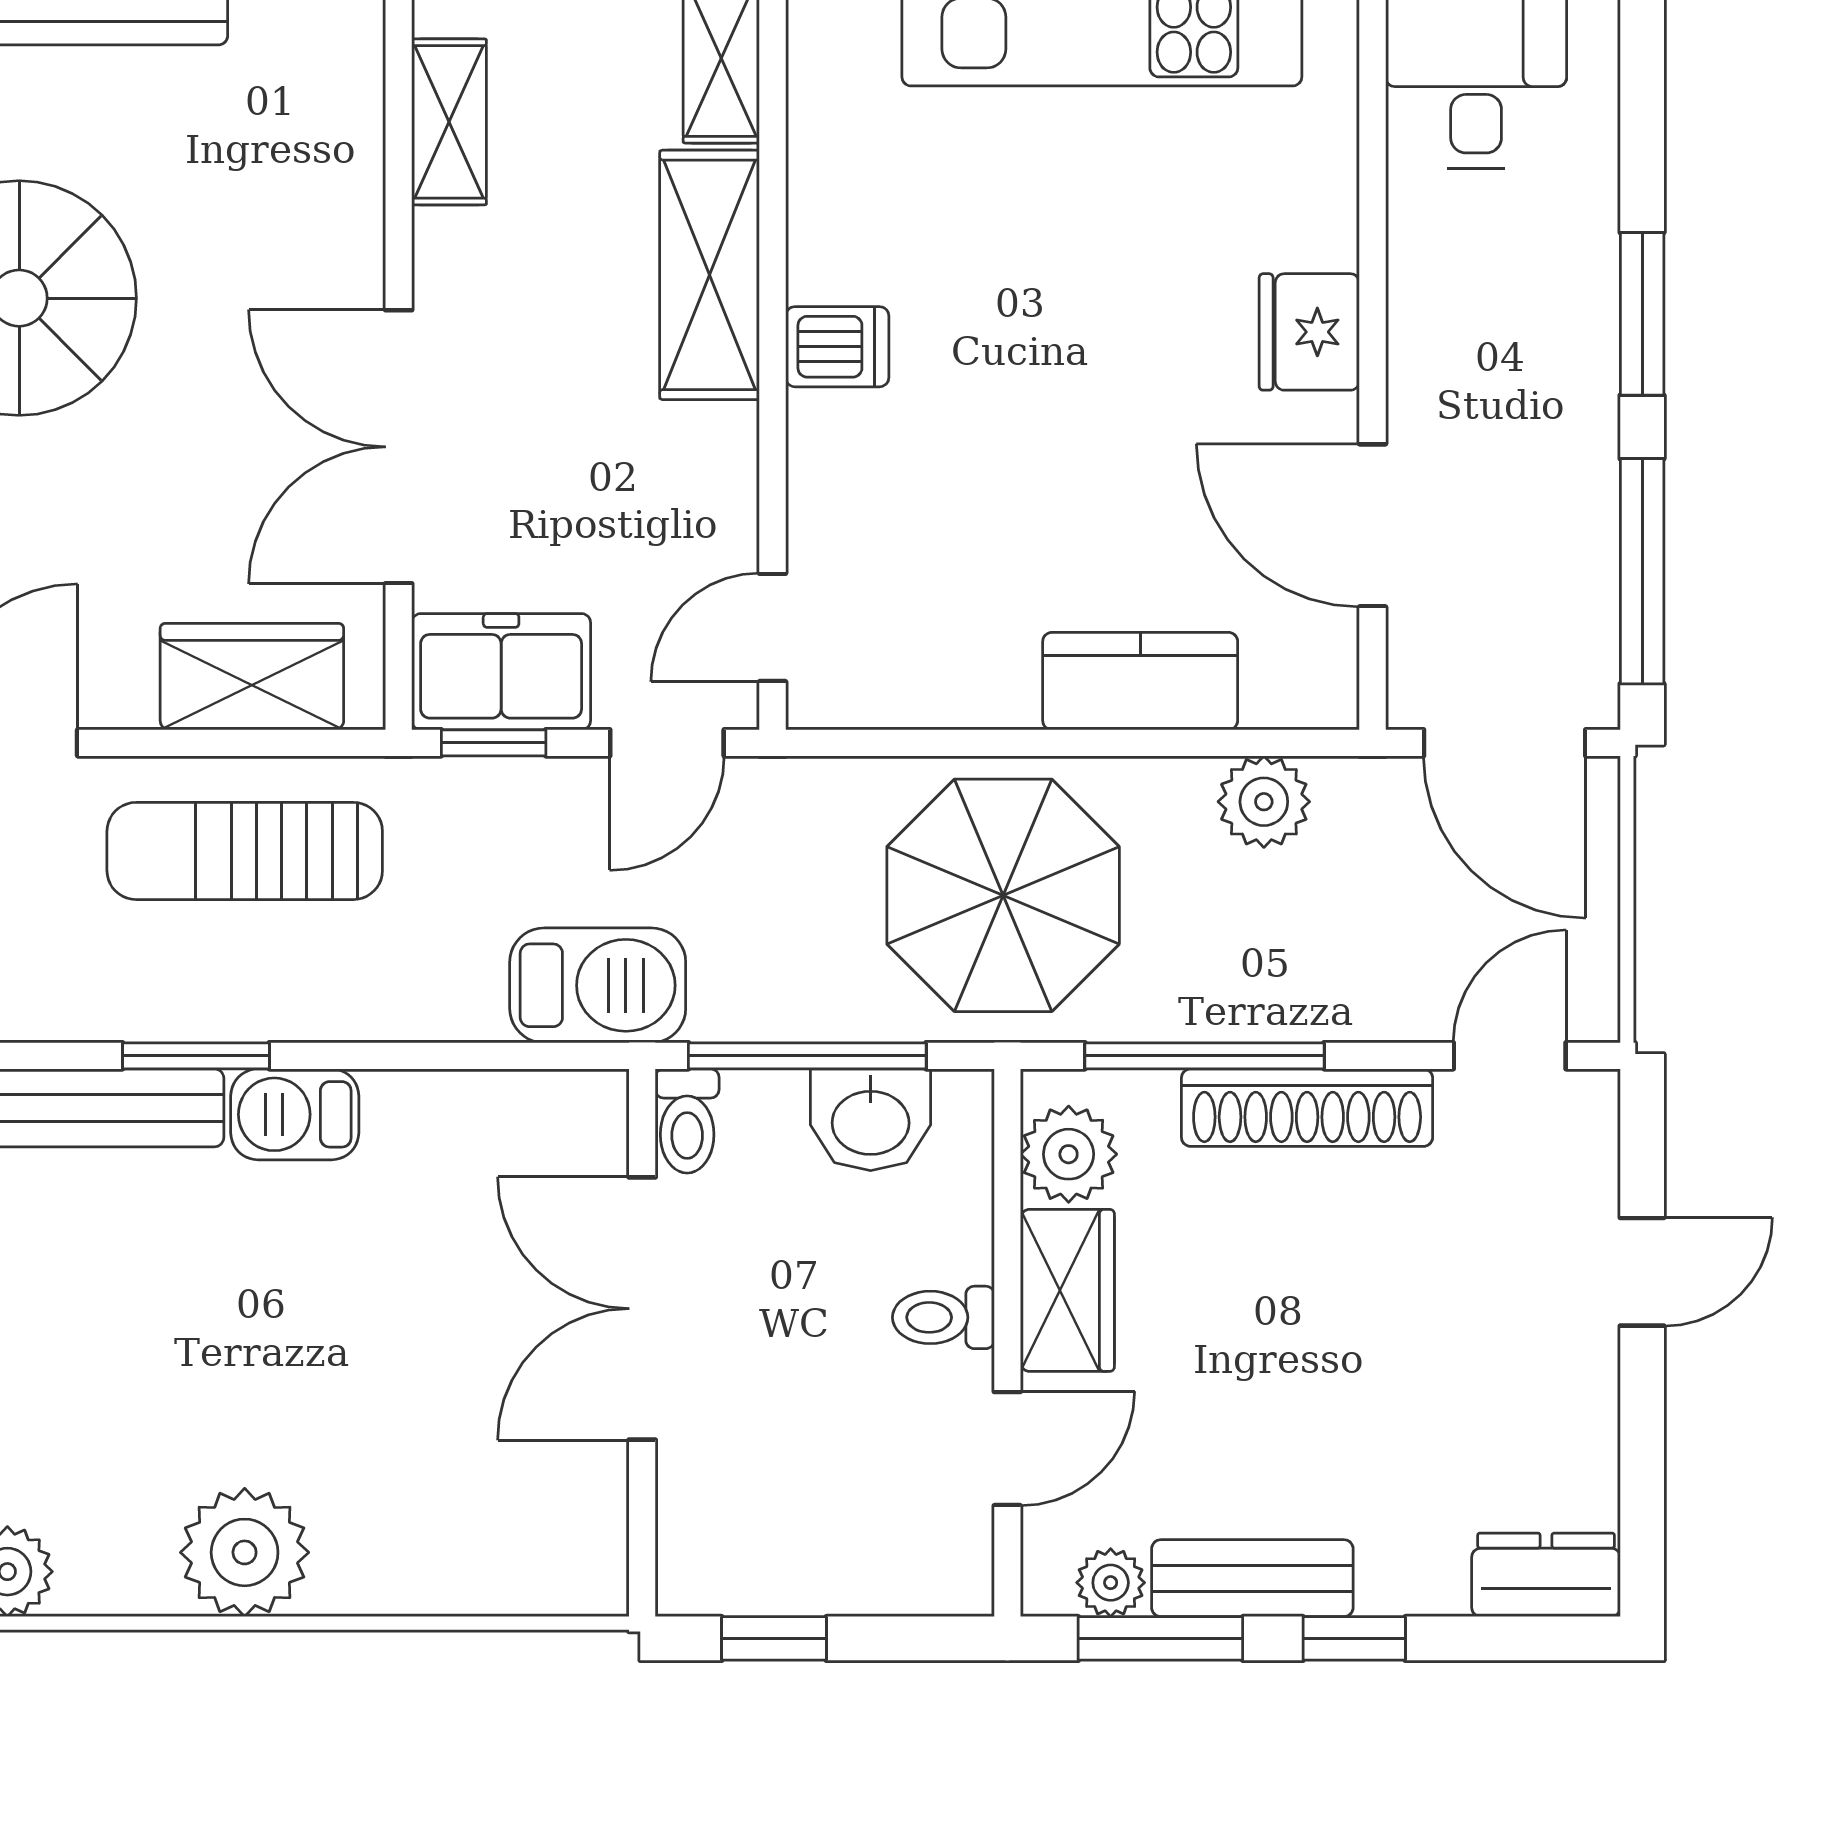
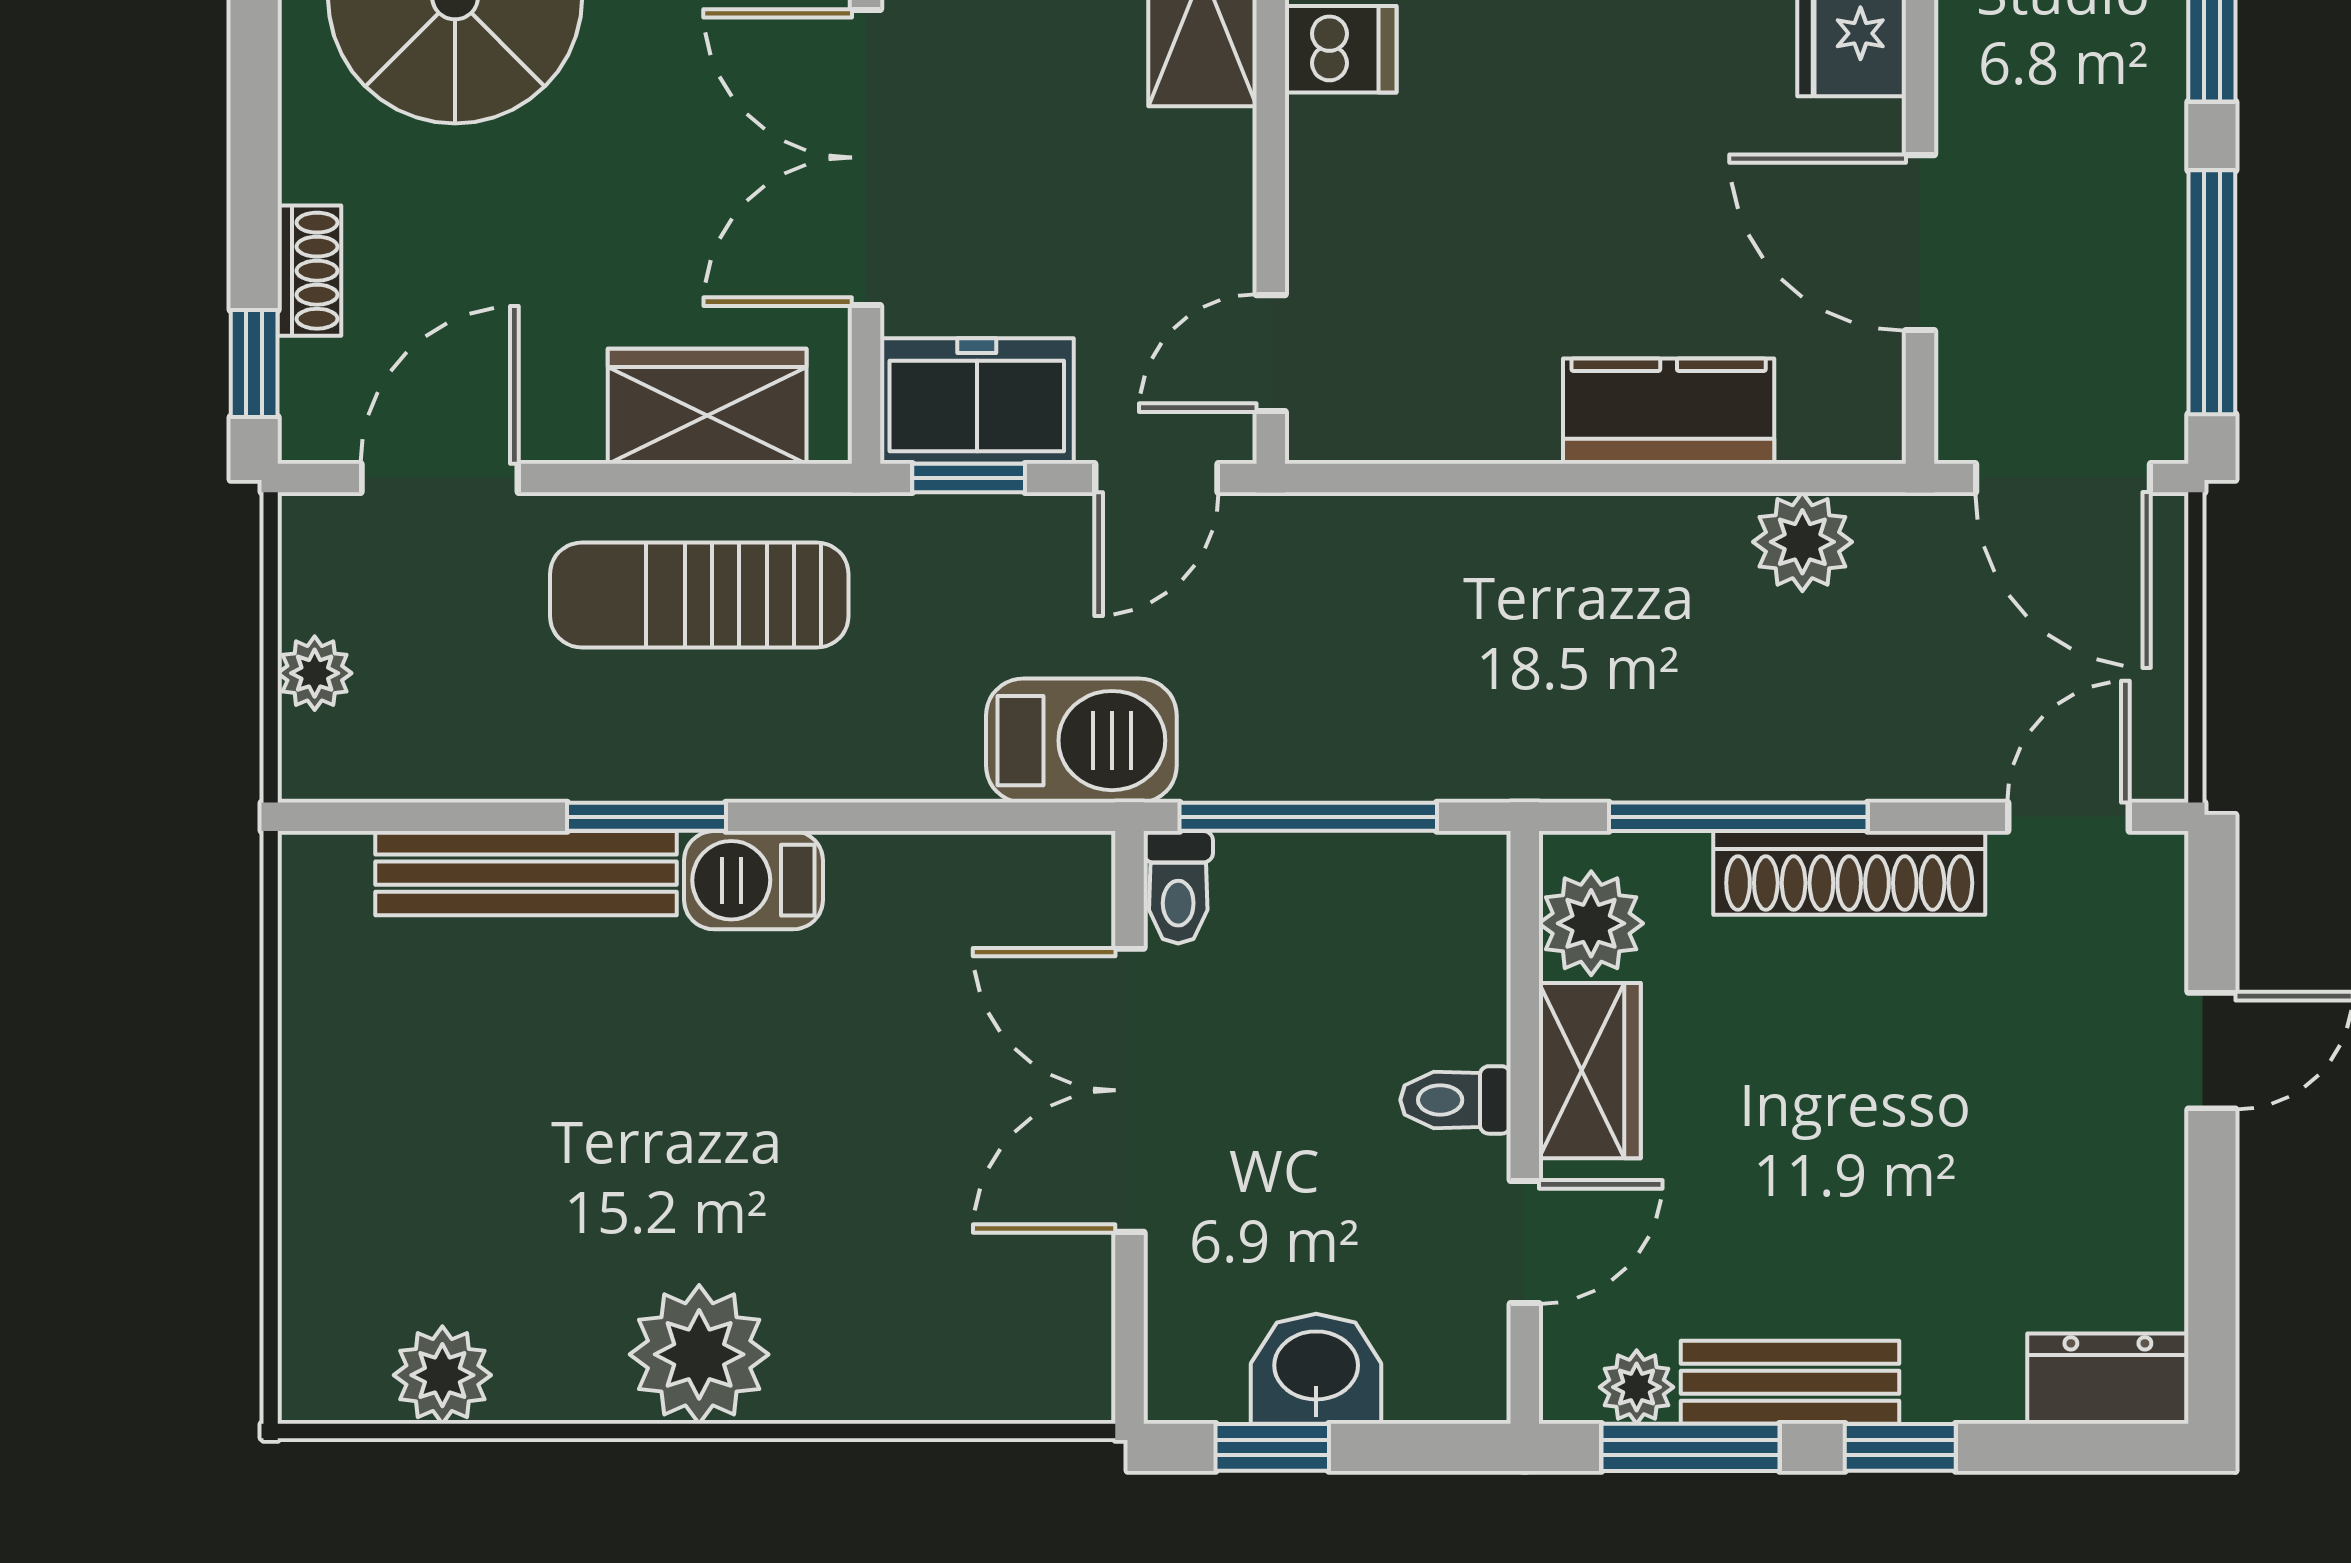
parasol: (1003, 895) -> (1520, 643), removed
washbasin: (871, 1120) -> (1316, 1369), moved, turned 180

